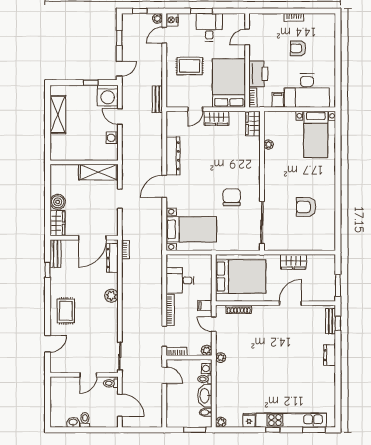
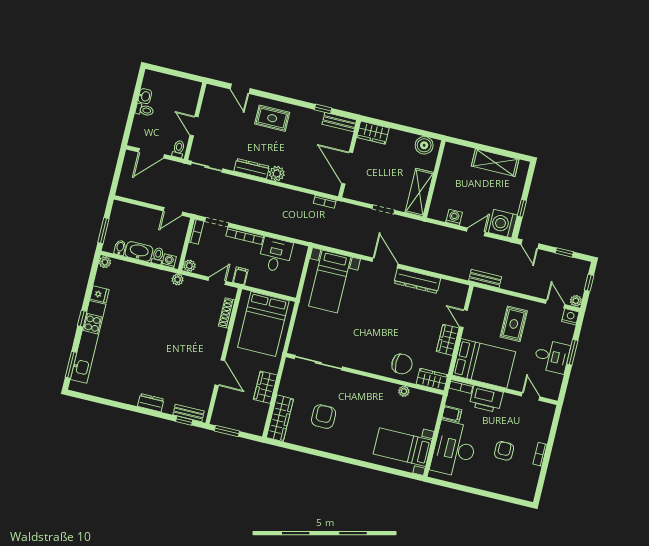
chair: (232, 197) -> (402, 364), moved
boiler: (58, 202) -> (424, 145), moved
wardrobe: (316, 243) -> (280, 418), added
dresser: (112, 258) -> (252, 169), moved

